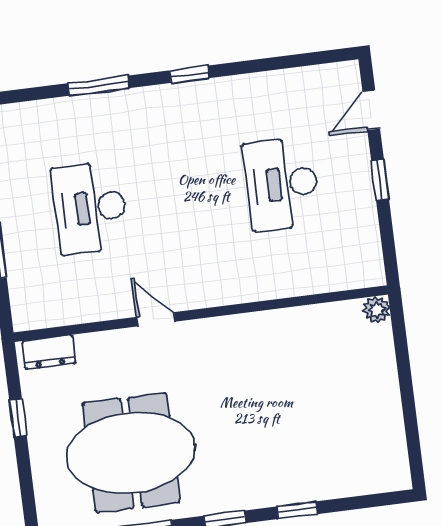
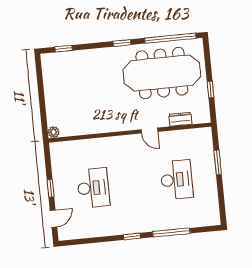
window: (99, 86) -> (171, 233), width x1.44
dresser: (49, 352) -> (180, 119), moved
meeting table: (131, 453) -> (162, 73), width x1.36
window: (297, 510) -> (64, 49), moved

